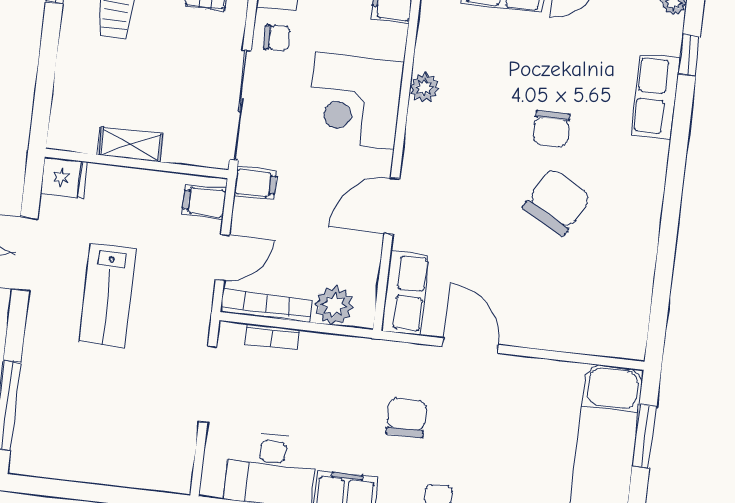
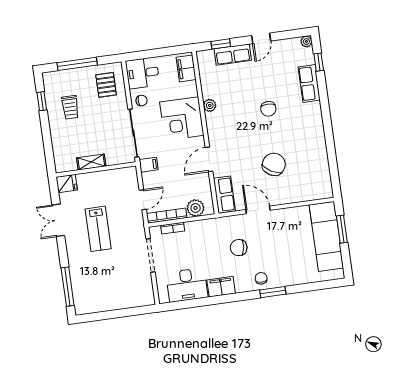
filing cabinet: (204, 202) -> (129, 178), removed
chair: (557, 202) -> (274, 164), moved
chair: (406, 418) -> (239, 248), turned -83

